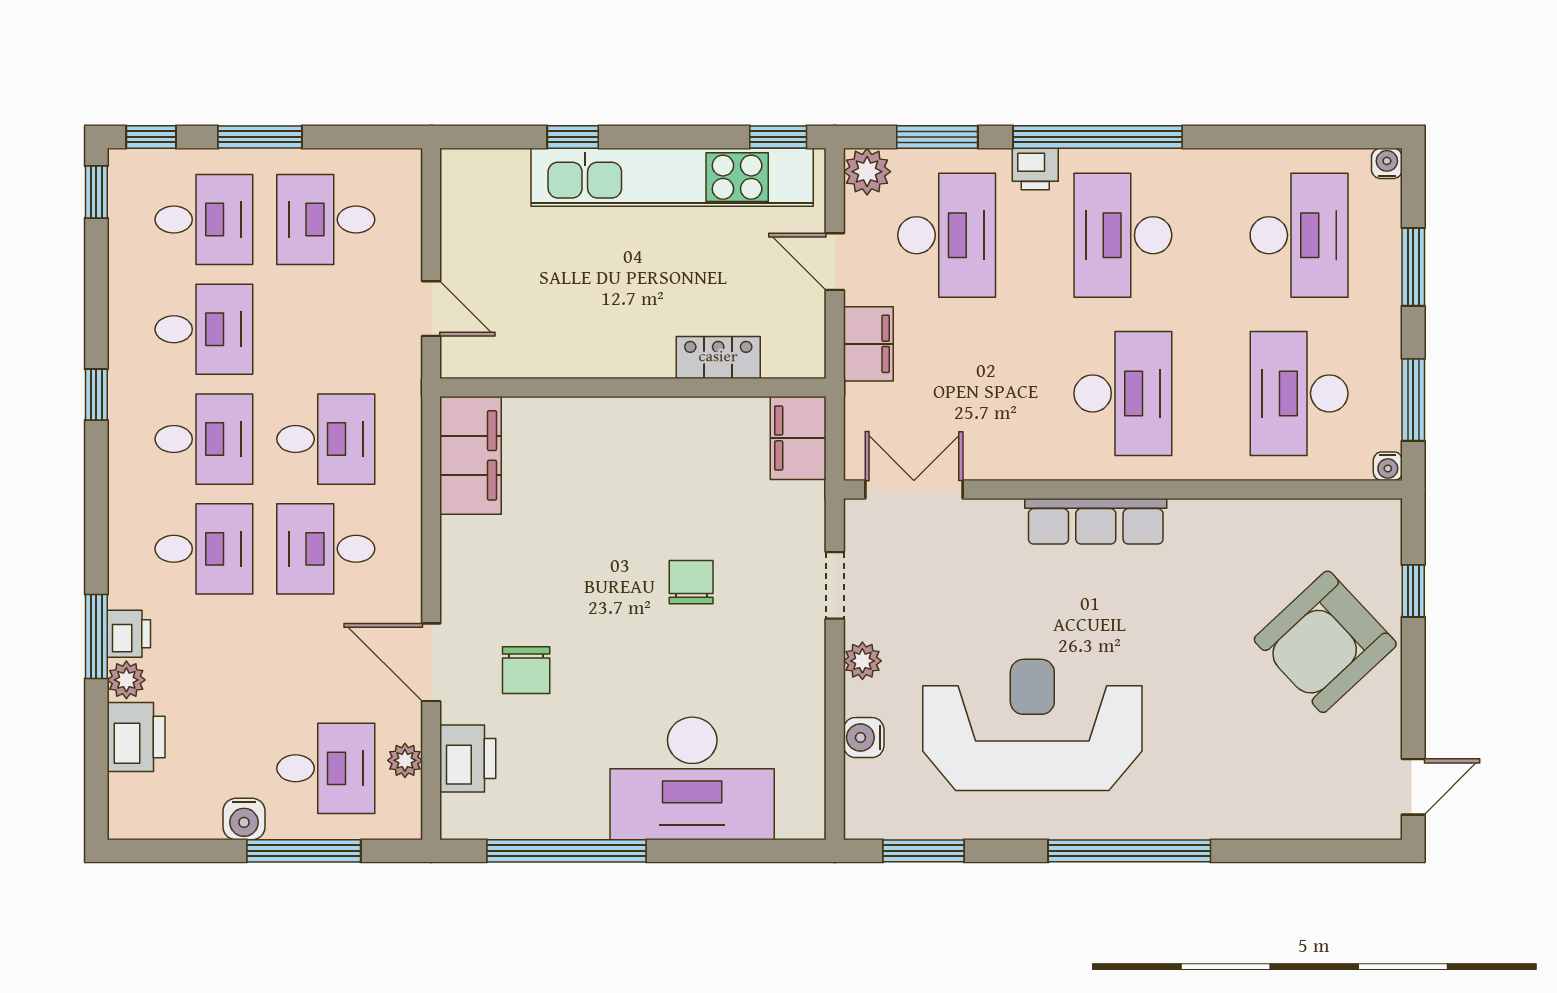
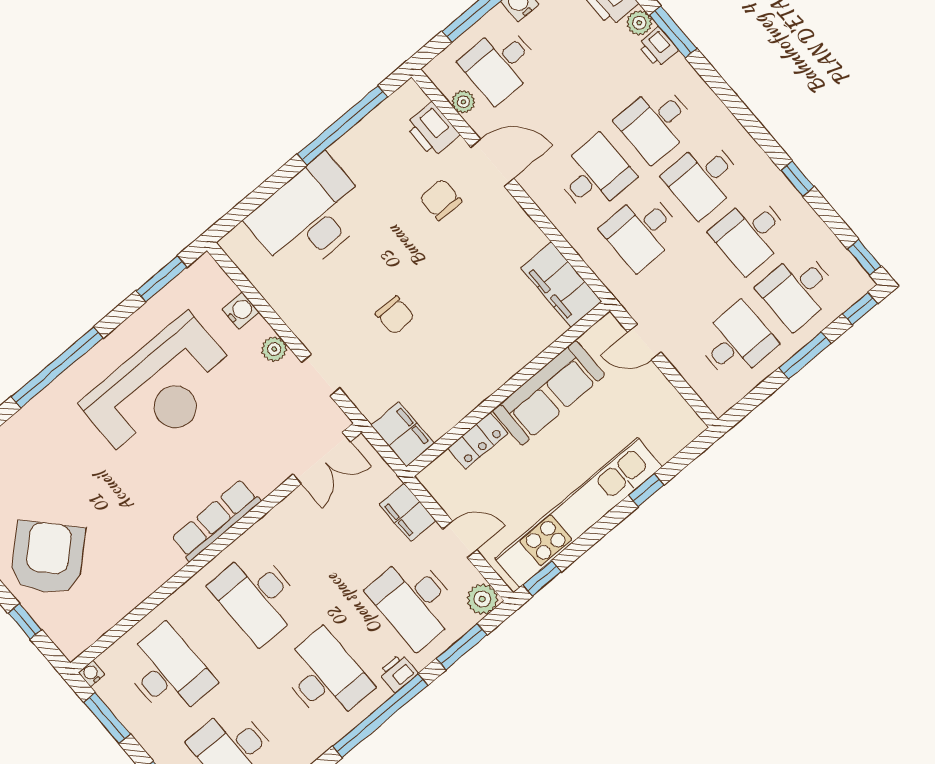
sofa: (590, 344) -> (549, 393), added
window: (96, 395) -> (797, 178), moved

